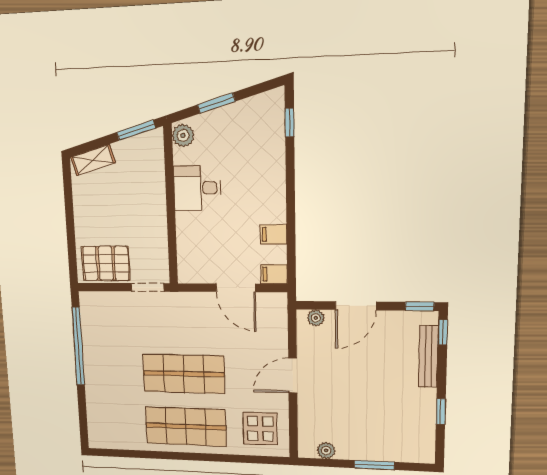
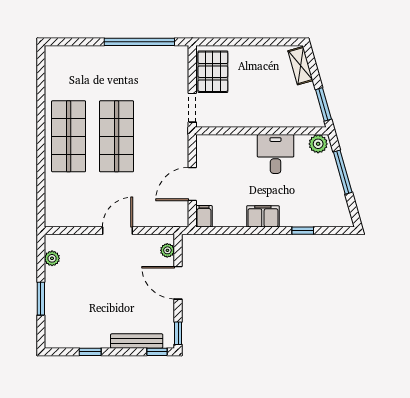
window: (216, 103) -> (343, 172), width x1.44
window: (290, 122) -> (303, 231), moved
filing cabinet: (273, 234) -> (263, 216), moved, width x2.00
door: (293, 376) -> (117, 231), hinge flipped
display table: (260, 429) -> (69, 202), removed

